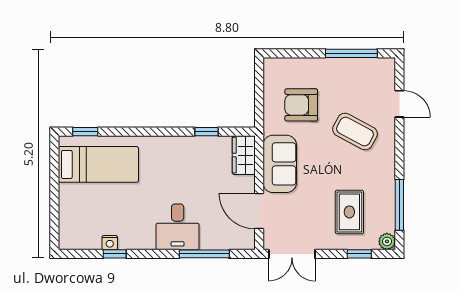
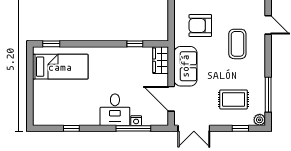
coffee table: (355, 131) -> (237, 44), turned 62
rug: (349, 212) -> (234, 99), turned 90
nightstand: (110, 243) -> (136, 121), moved

